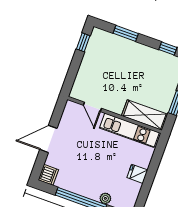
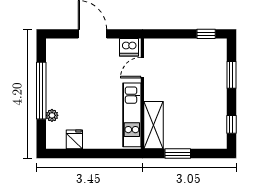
fridge: (137, 174) -> (74, 139), moved
dishwasher: (48, 175) -> (129, 47), moved

